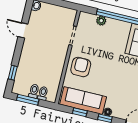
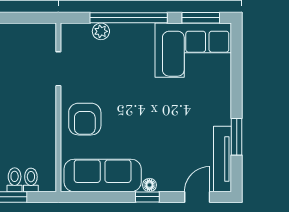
armchair: (81, 67) -> (85, 119), turned 180
window: (80, 112) -> (102, 197), removed

